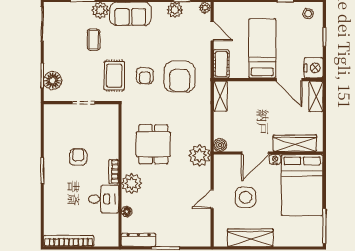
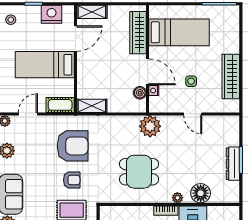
nightstand: (314, 68) -> (52, 14), moved
boiler: (220, 145) -> (140, 93), moved
nightstand: (275, 159) -> (154, 91), moved
plant: (132, 183) -> (177, 198), width x0.53, depth x0.53
bed: (302, 185) -> (179, 32), width x0.67
side table: (245, 197) -> (191, 81), width x0.54, depth x0.54
floor lamp: (127, 212) -> (201, 193), width x1.89, depth x1.89
dresser: (139, 240) -> (233, 164), moved

